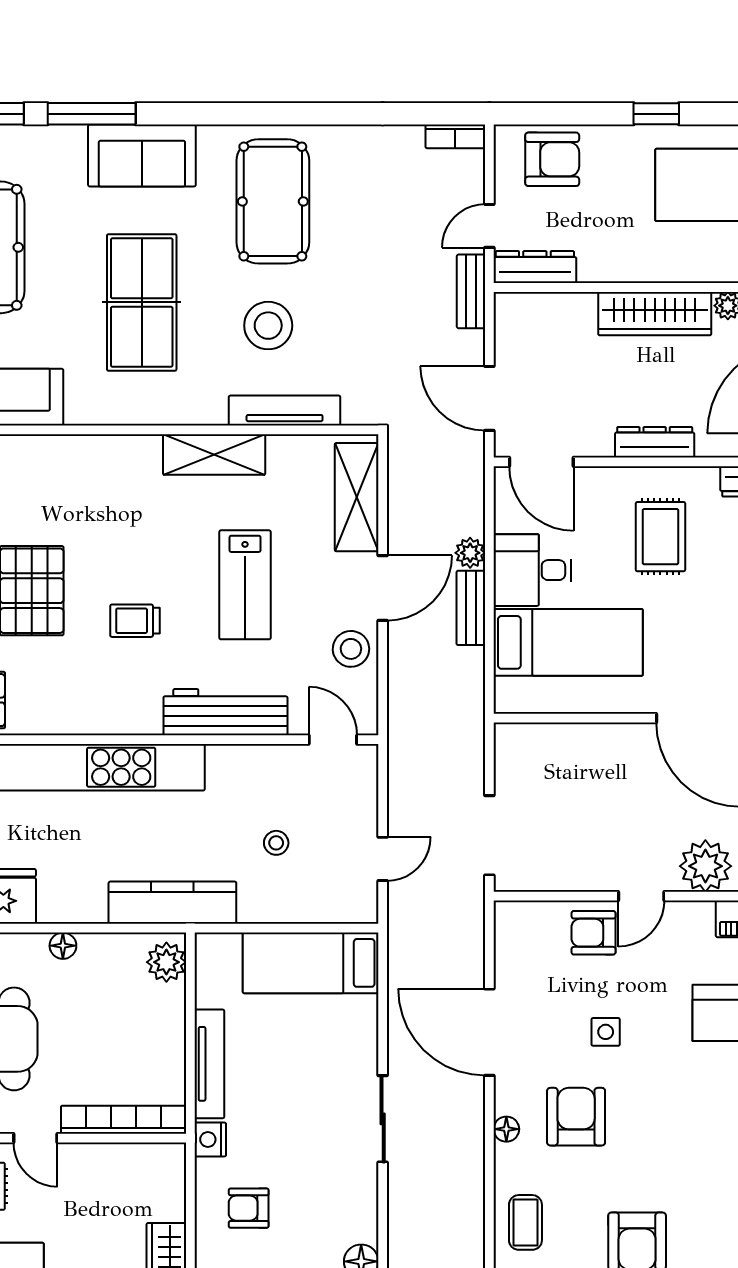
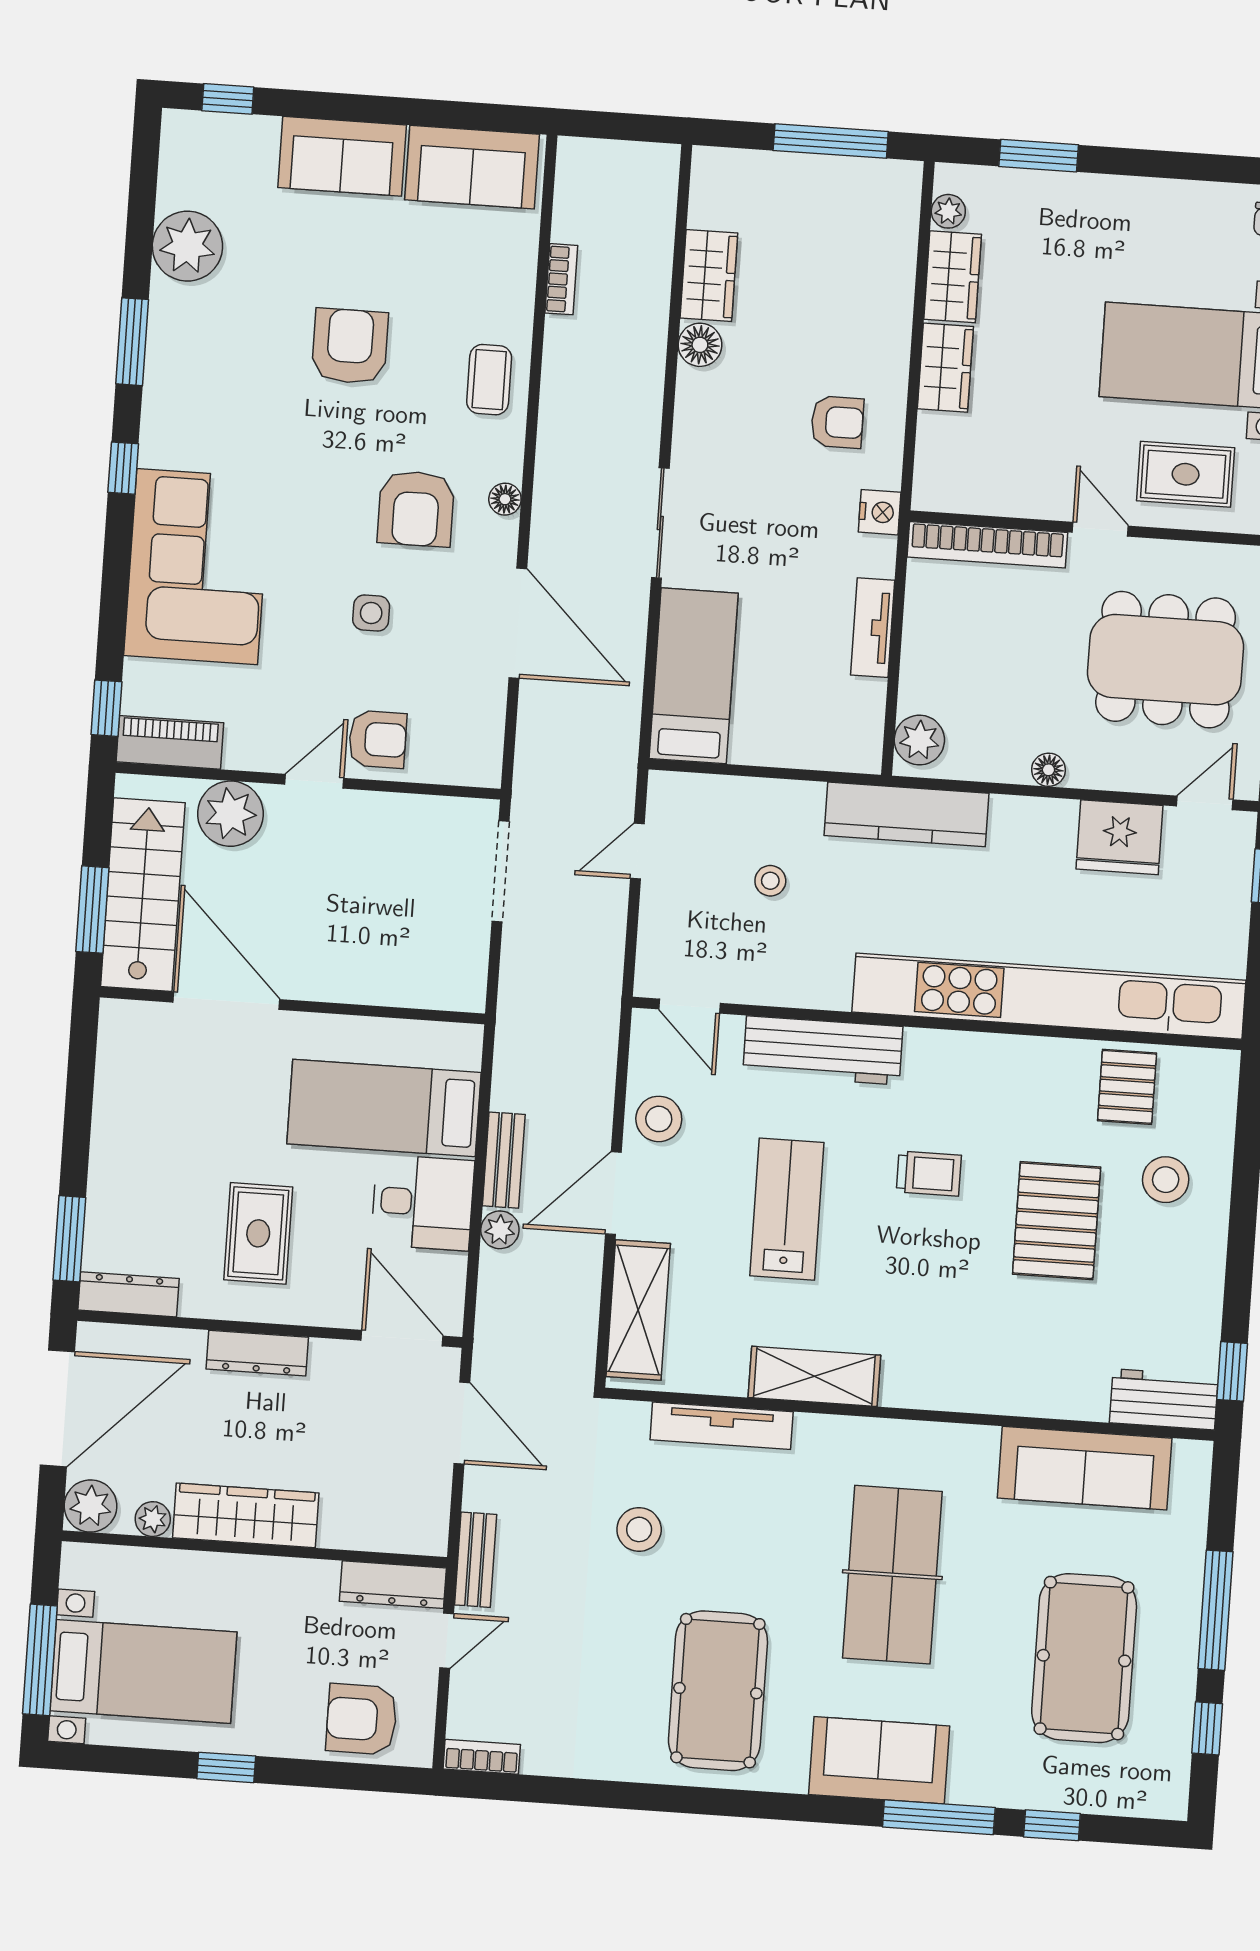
stool: (268, 326) -> (639, 1529), moved, width x0.73, depth x0.73
bed: (311, 963) -> (694, 676), moved, turned -90
tv unit: (209, 1064) -> (873, 628), width x0.71

